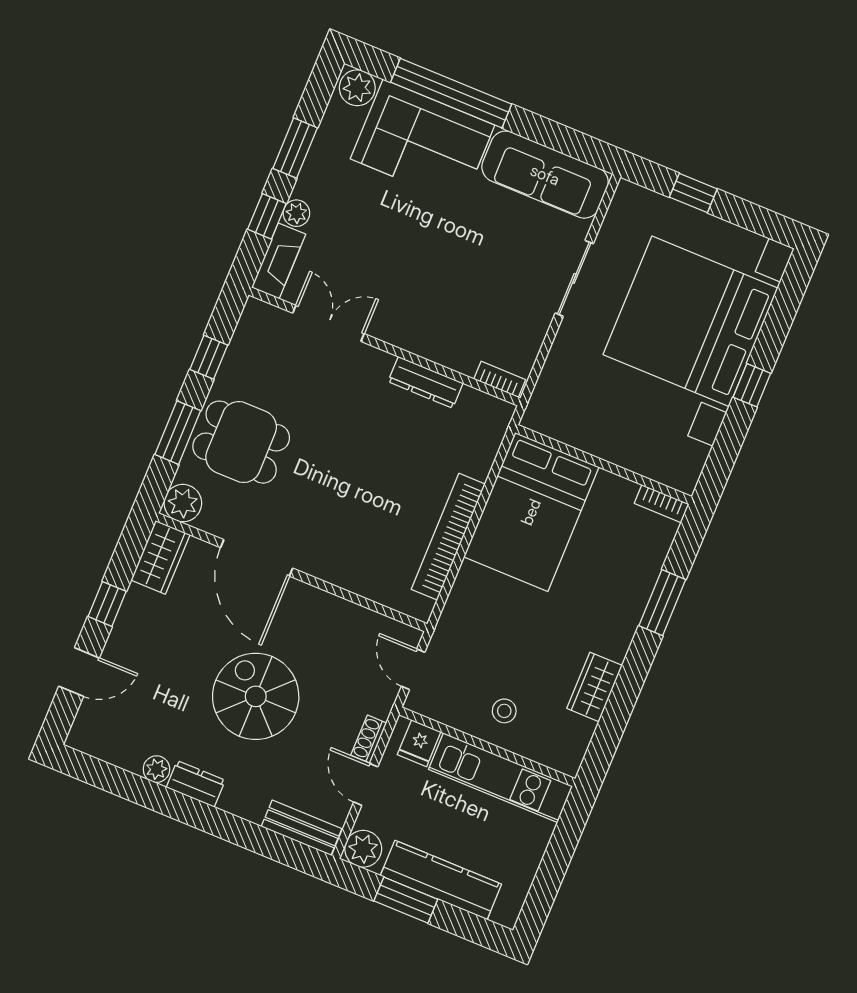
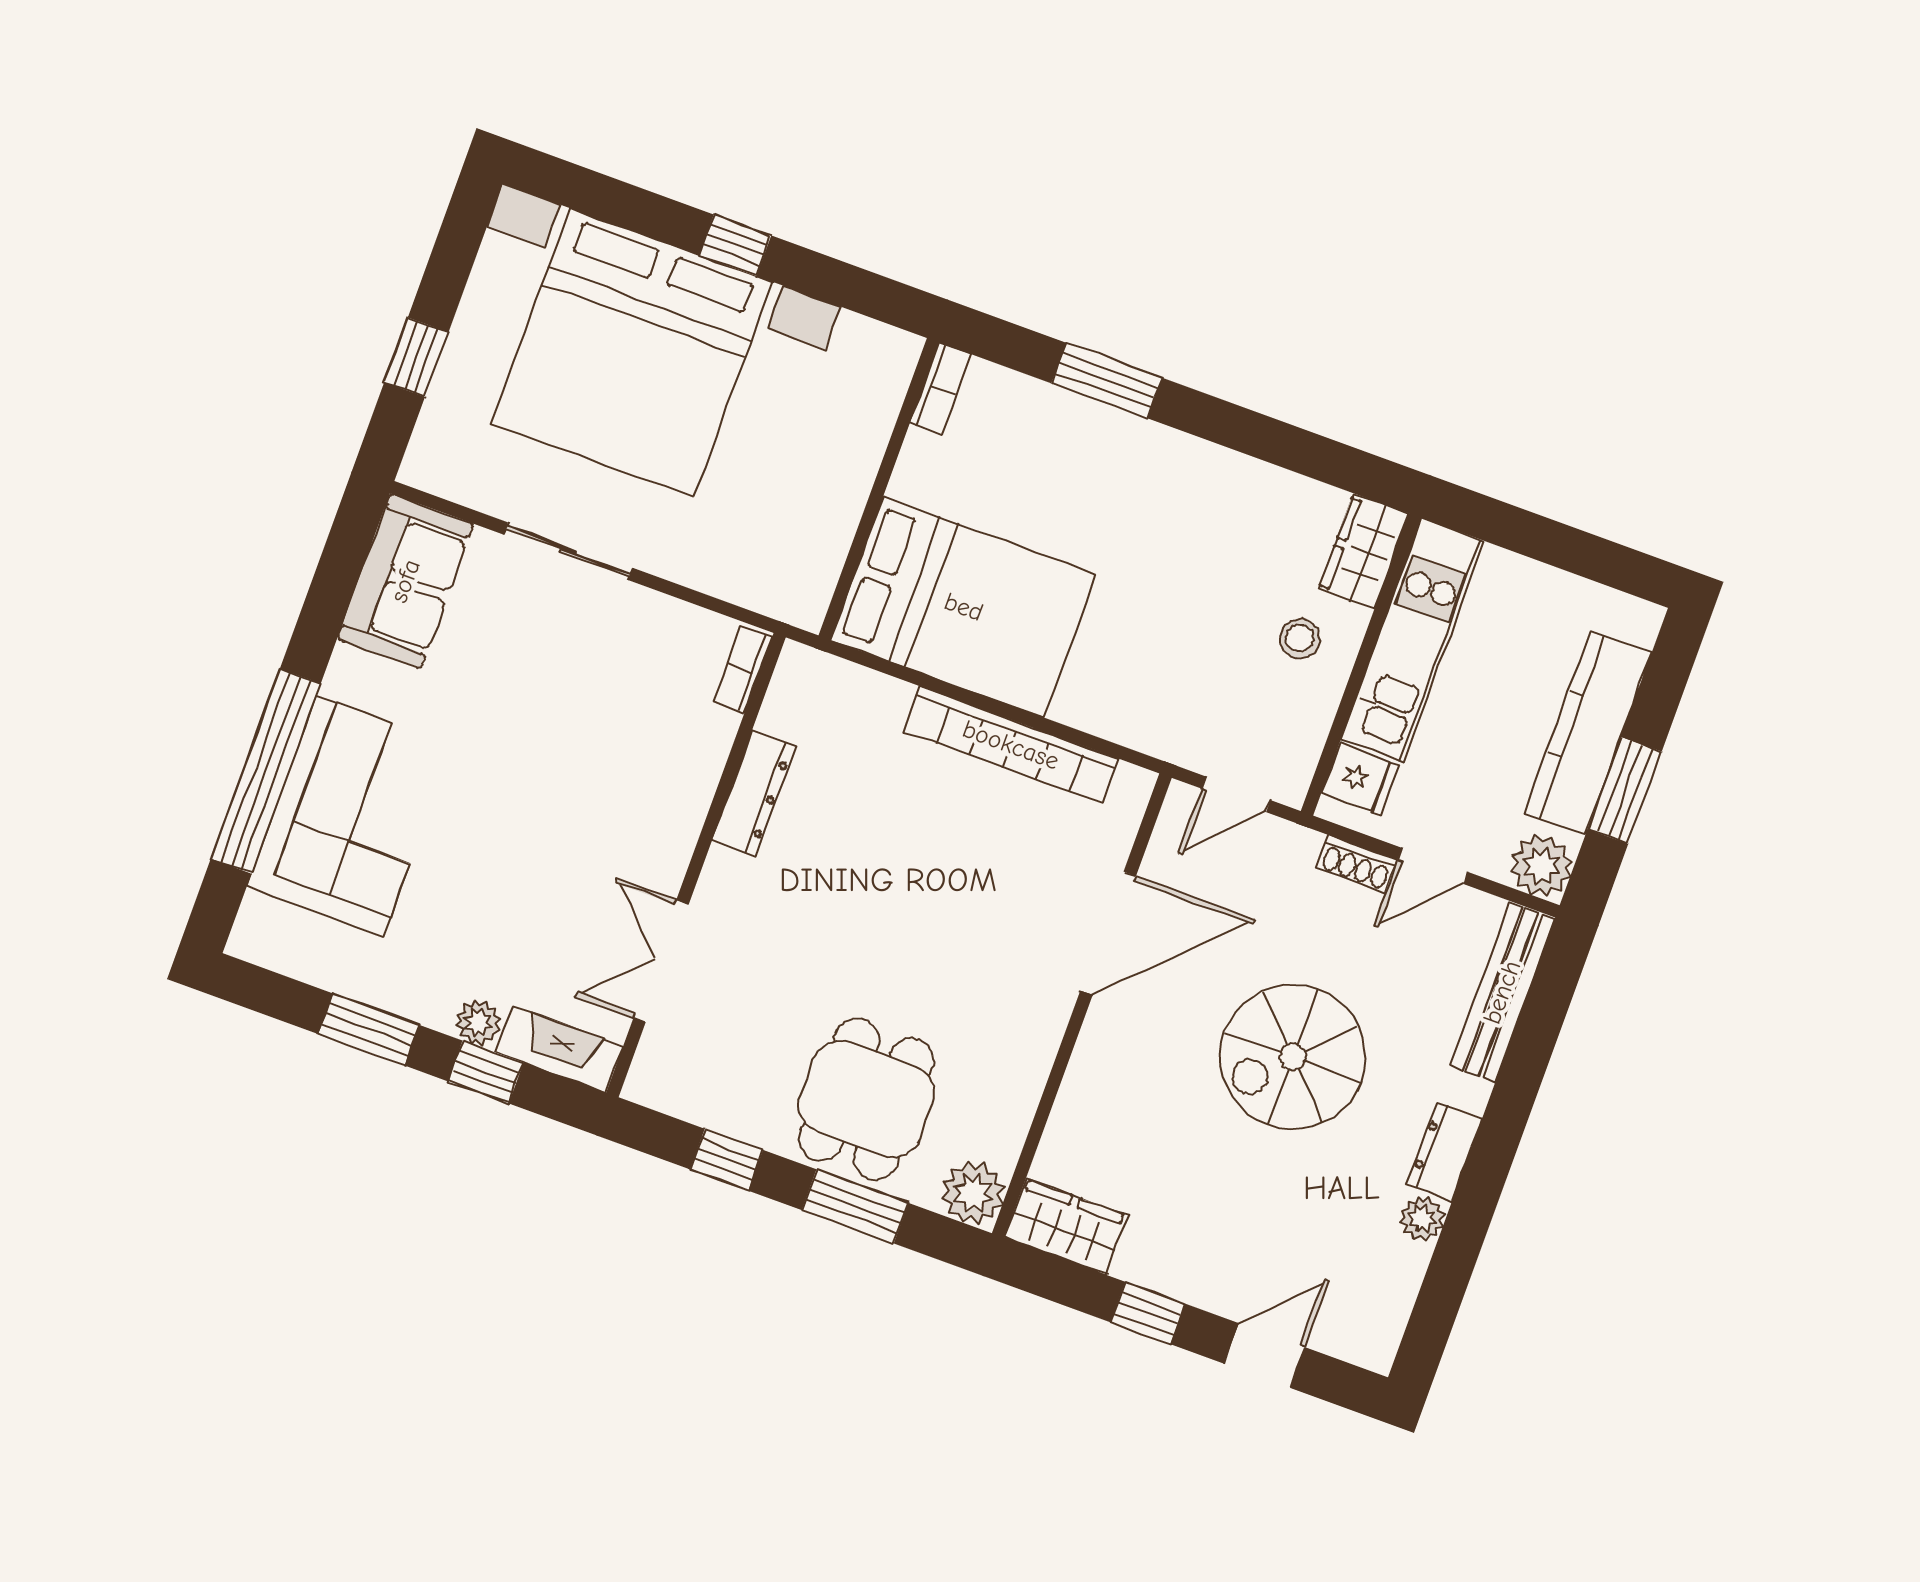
plant: (357, 88) -> (263, 929), removed
sofa: (545, 175) -> (405, 581), width x0.73
door: (257, 558) -> (1108, 933), moved
door: (79, 672) -> (1264, 1355), hinge flipped
wardrobe: (595, 687) -> (1364, 552), moved, turned 90
bench: (302, 828) -> (1502, 992), width x1.36

